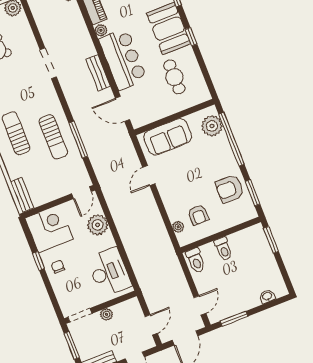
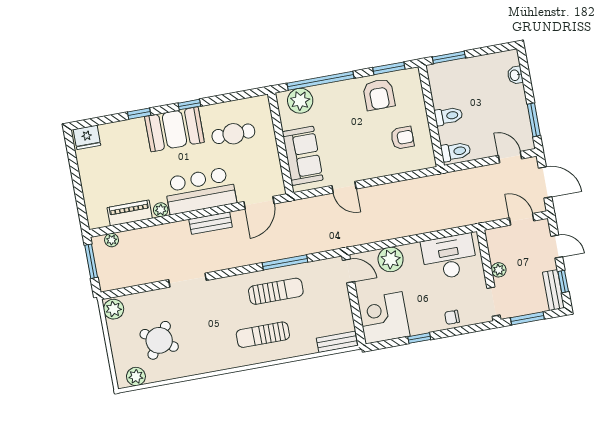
plant: (178, 227) -> (412, 165), removed
chair: (58, 267) -> (452, 317), moved

